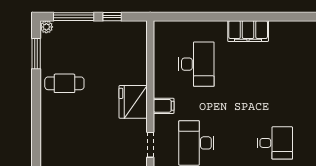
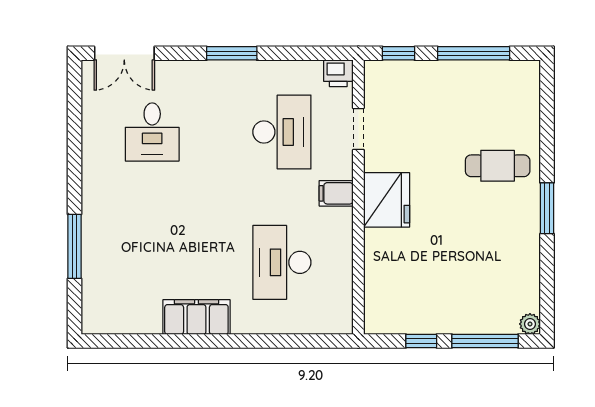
window: (36, 54) -> (547, 208), moved
cafe table: (64, 83) -> (498, 166), moved
desk: (275, 143) -> (152, 132), turned -90

